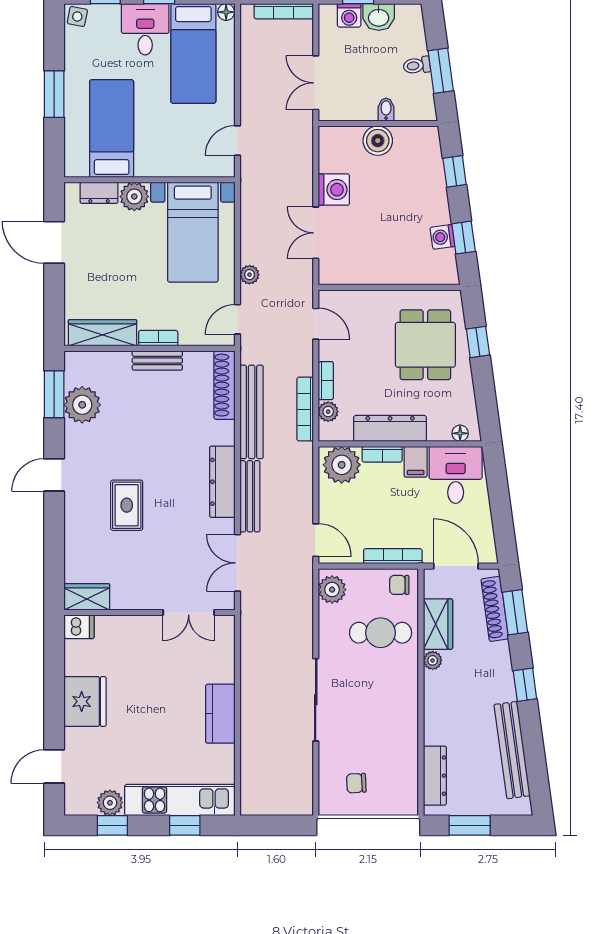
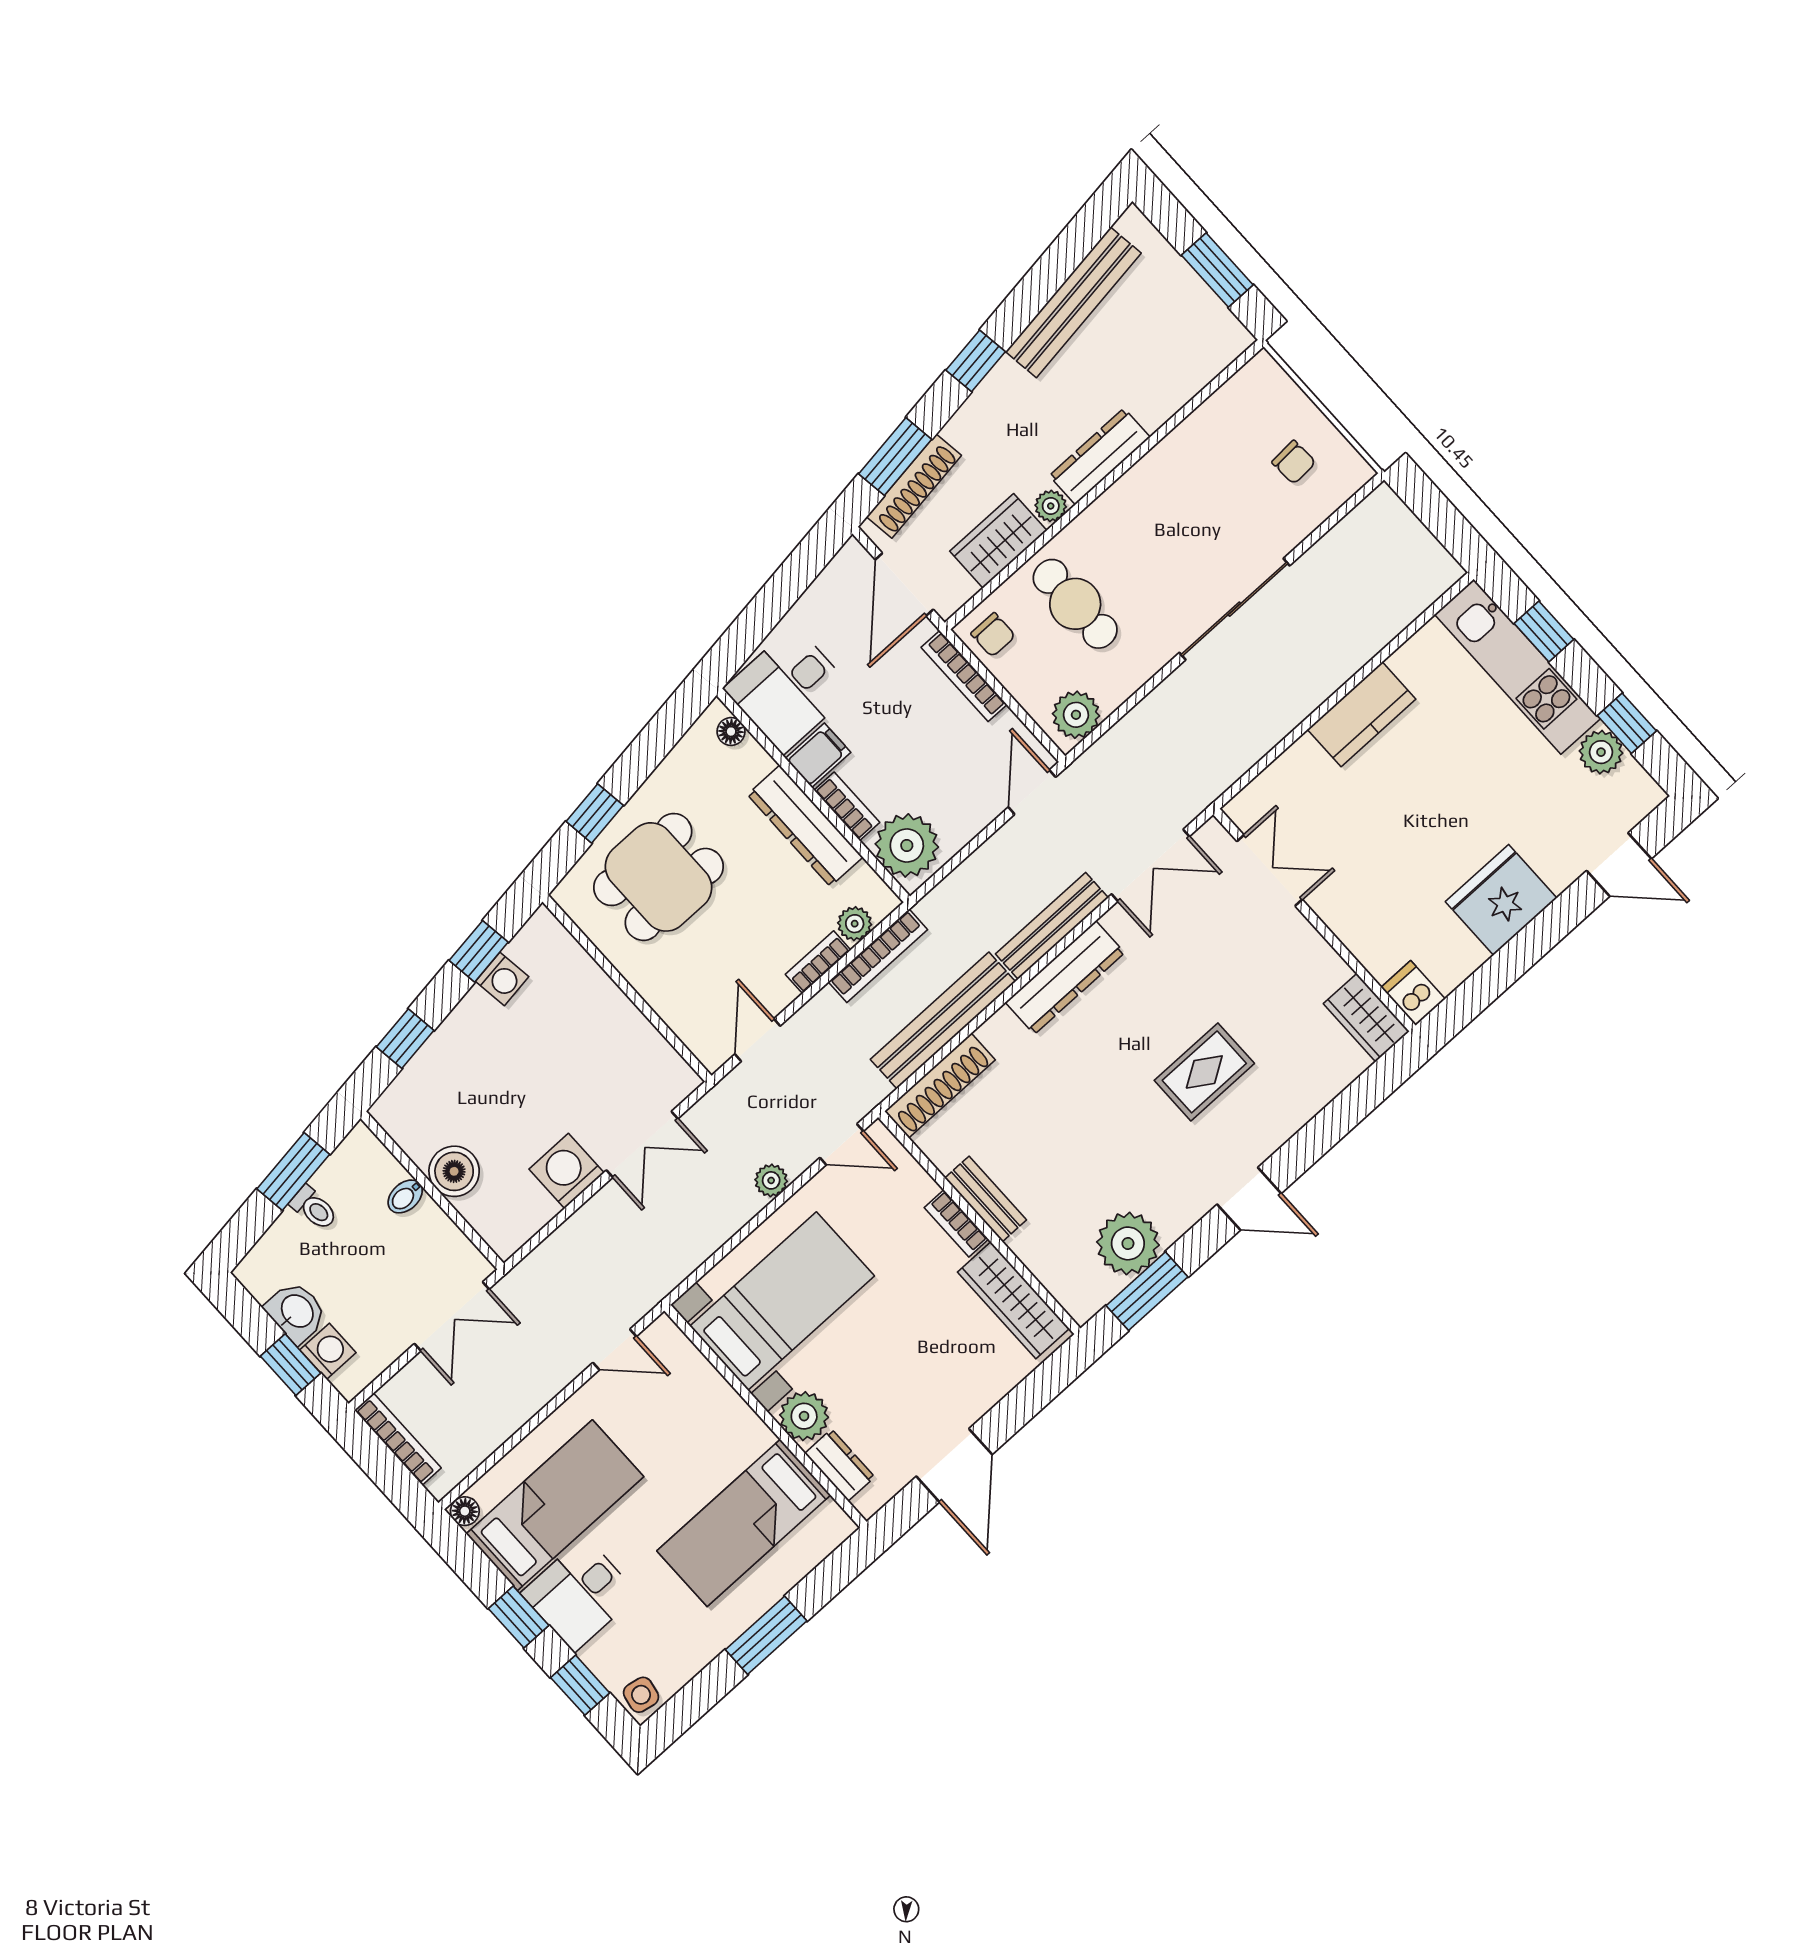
dresser: (435, 776) -> (1100, 456), moved

